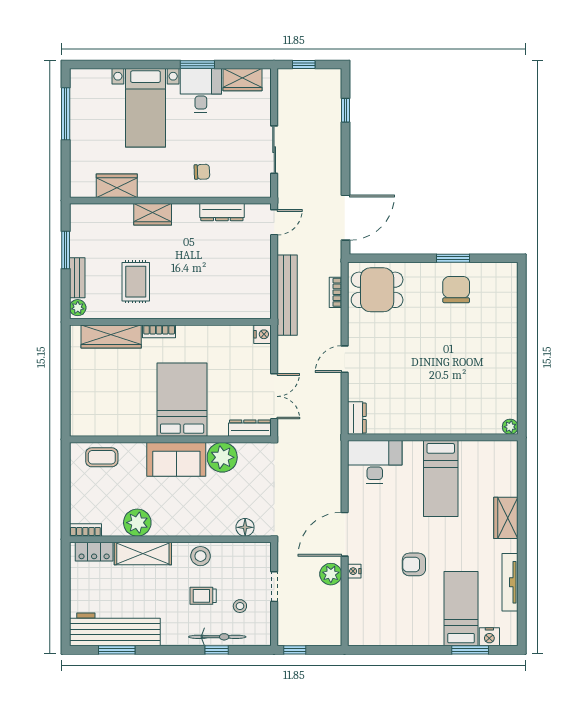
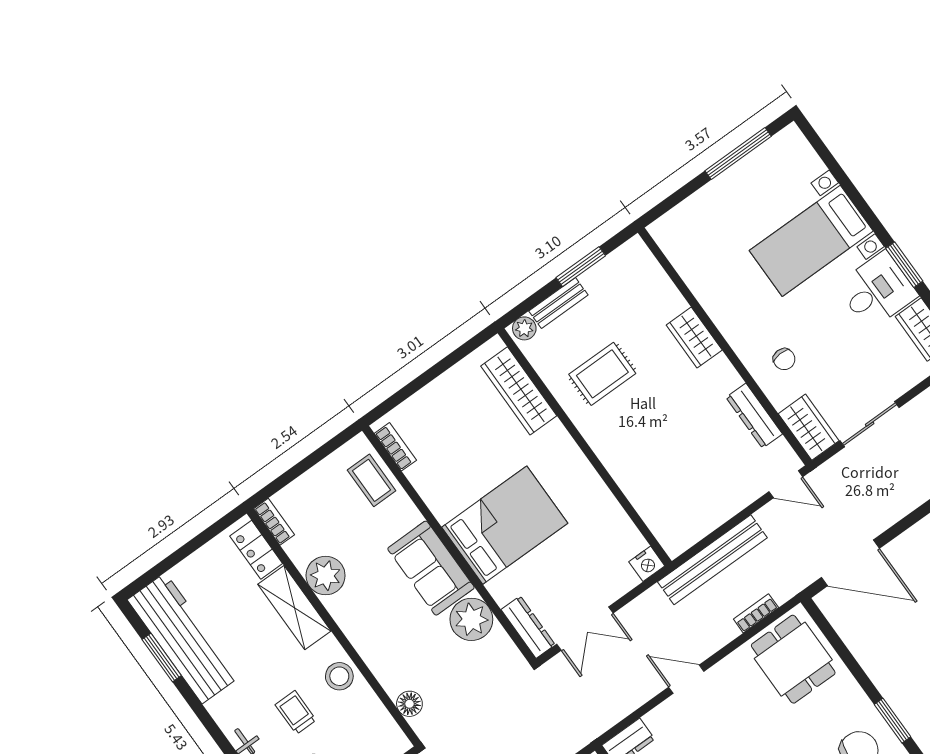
wardrobe: (117, 186) -> (809, 427), moved
bookcase: (159, 331) -> (395, 447), moved, turned 180

